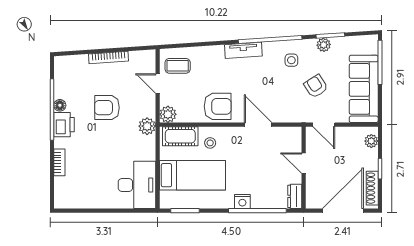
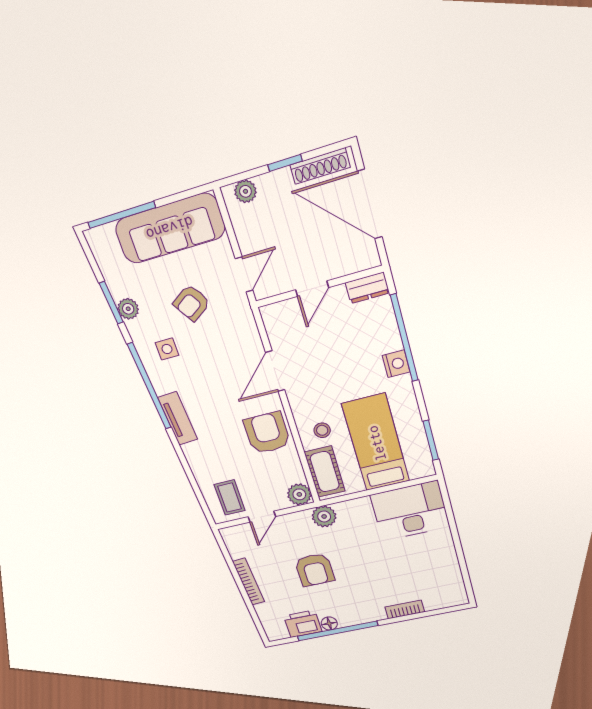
printer: (64, 125) -> (303, 624), moved

